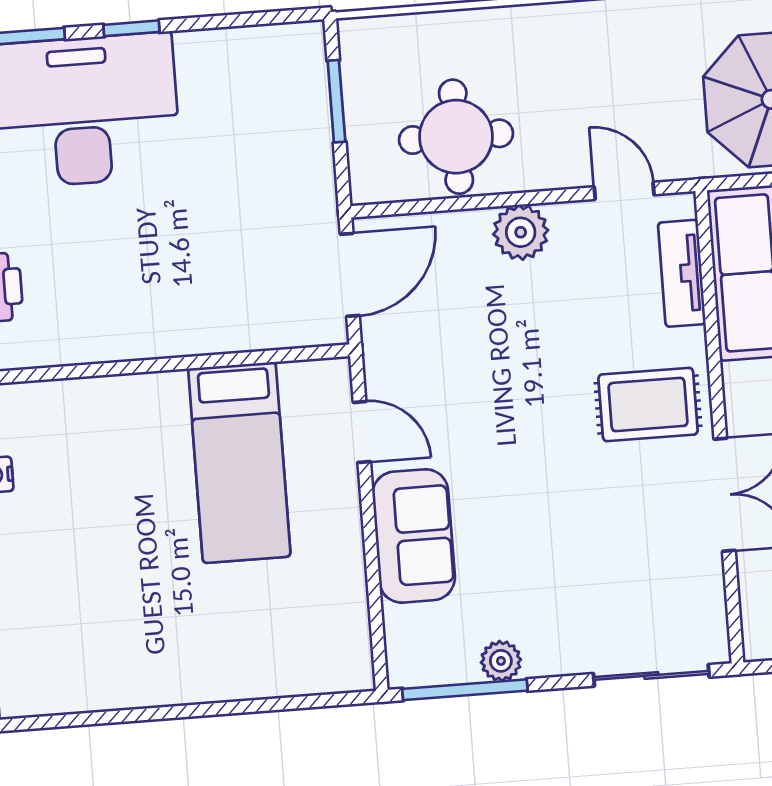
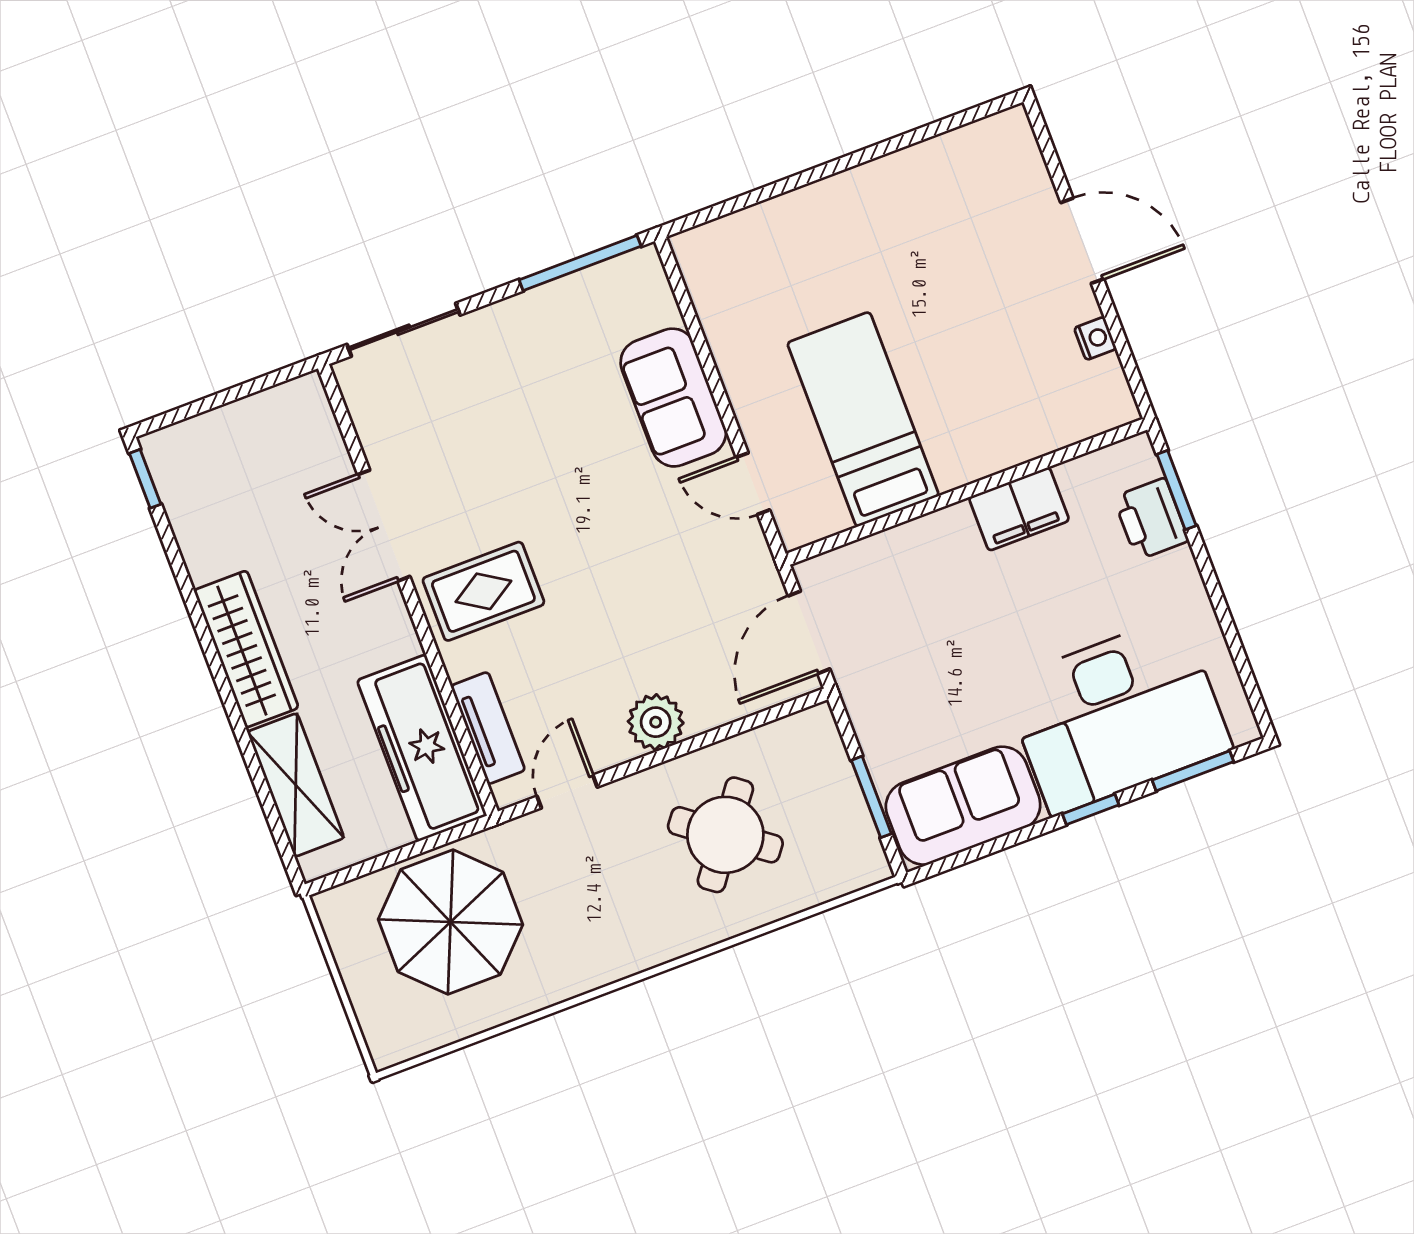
sofa: (252, 67) -> (963, 806), added
round table: (456, 137) -> (725, 835), moved, turned 37
door: (624, 191) -> (567, 792), swing flipped
filing cabinet: (116, 334) -> (1019, 509), added
plant: (501, 661) -> (553, 301), removed

